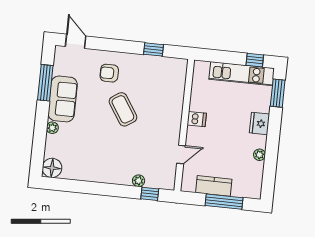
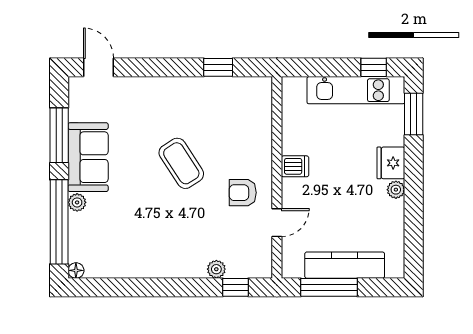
armchair: (109, 73) -> (243, 193), moved
window: (39, 139) -> (59, 222), added
plant: (259, 155) -> (396, 190), moved
floor lamp: (52, 168) -> (76, 270), width x0.53, depth x0.53
kitchen counter: (214, 186) -> (345, 265), width x1.50
window: (224, 202) -> (329, 287), moved

